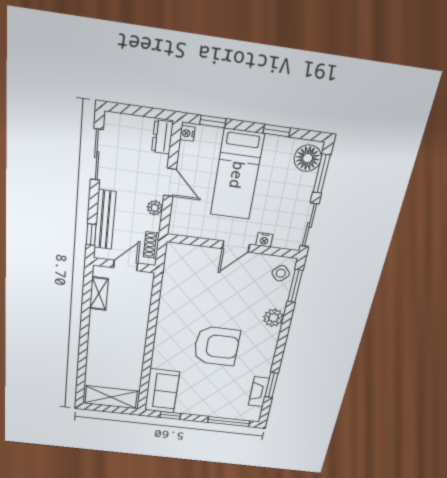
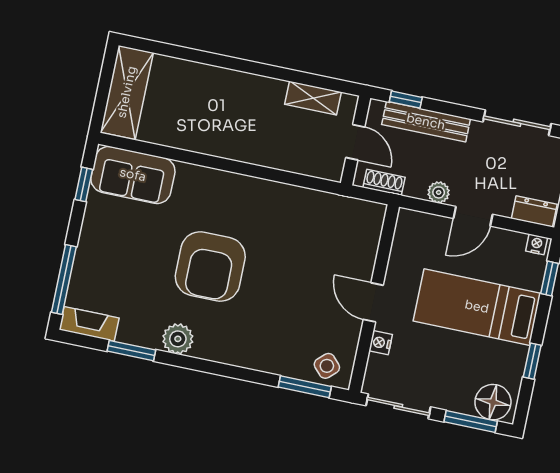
plant: (273, 318) -> (178, 339), moved
fireplace: (259, 392) -> (89, 324), moved

